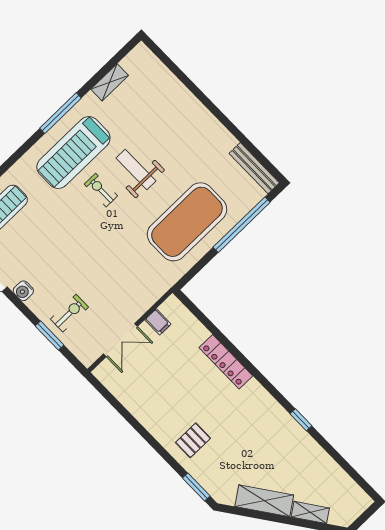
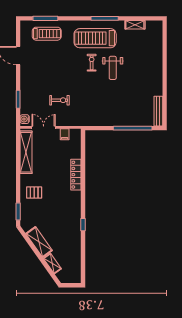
weight bench: (136, 169) -> (113, 68), turned 180
exercise mat: (187, 222) -> (113, 107), removed
water cooler: (23, 291) -> (25, 119), moved
exercise bike: (70, 313) -> (59, 100), moved
double door: (120, 340) -> (44, 127), swing flipped
shelving: (129, 397) -> (26, 152), added

